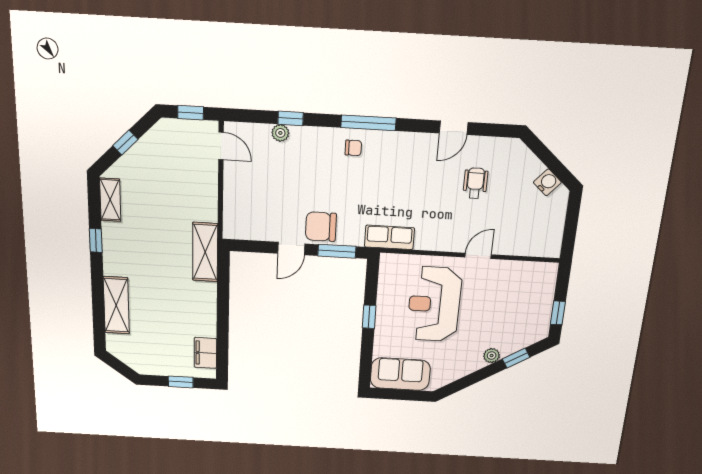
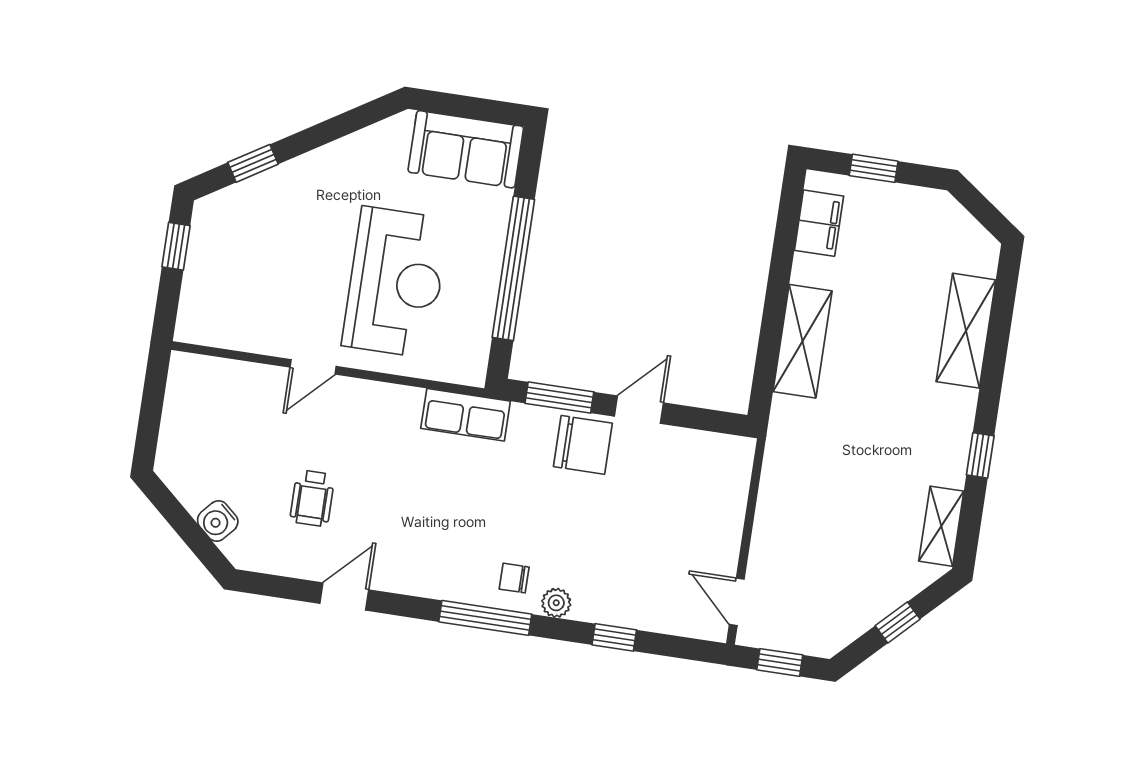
plant: (280, 133) -> (556, 603), moved
water cooler: (547, 182) -> (218, 521), moved
shelving: (205, 252) -> (802, 341), moved
window: (369, 317) -> (513, 268), width x3.17
plant: (492, 356) -> (297, 172), removed

